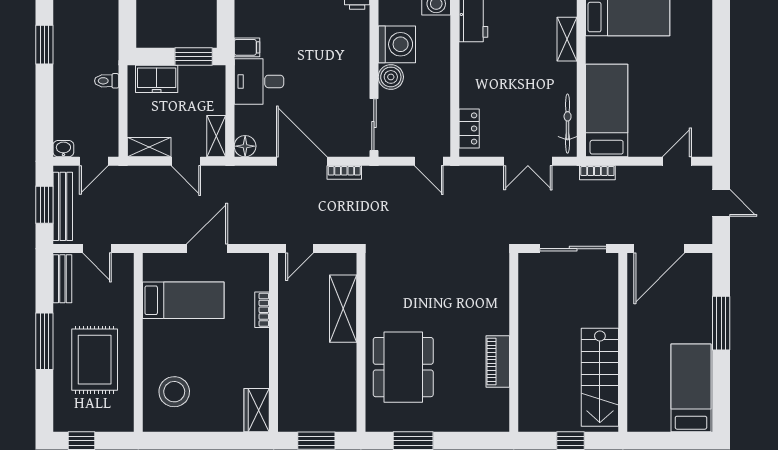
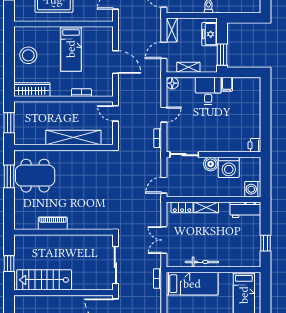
shelving: (567, 39) -> (206, 207), moved
bicycle: (568, 124) -> (202, 262), moved
shelving: (216, 136) -> (188, 67), moved
door: (302, 161) -> (164, 115), width x0.53
bed: (183, 300) -> (71, 49), moved
shelving: (343, 309) -> (73, 137), width x1.47
dining table: (403, 367) -> (35, 176), moved
stool: (174, 392) -> (28, 55), moved
wardrobe: (257, 410) -> (32, 90), width x1.50

